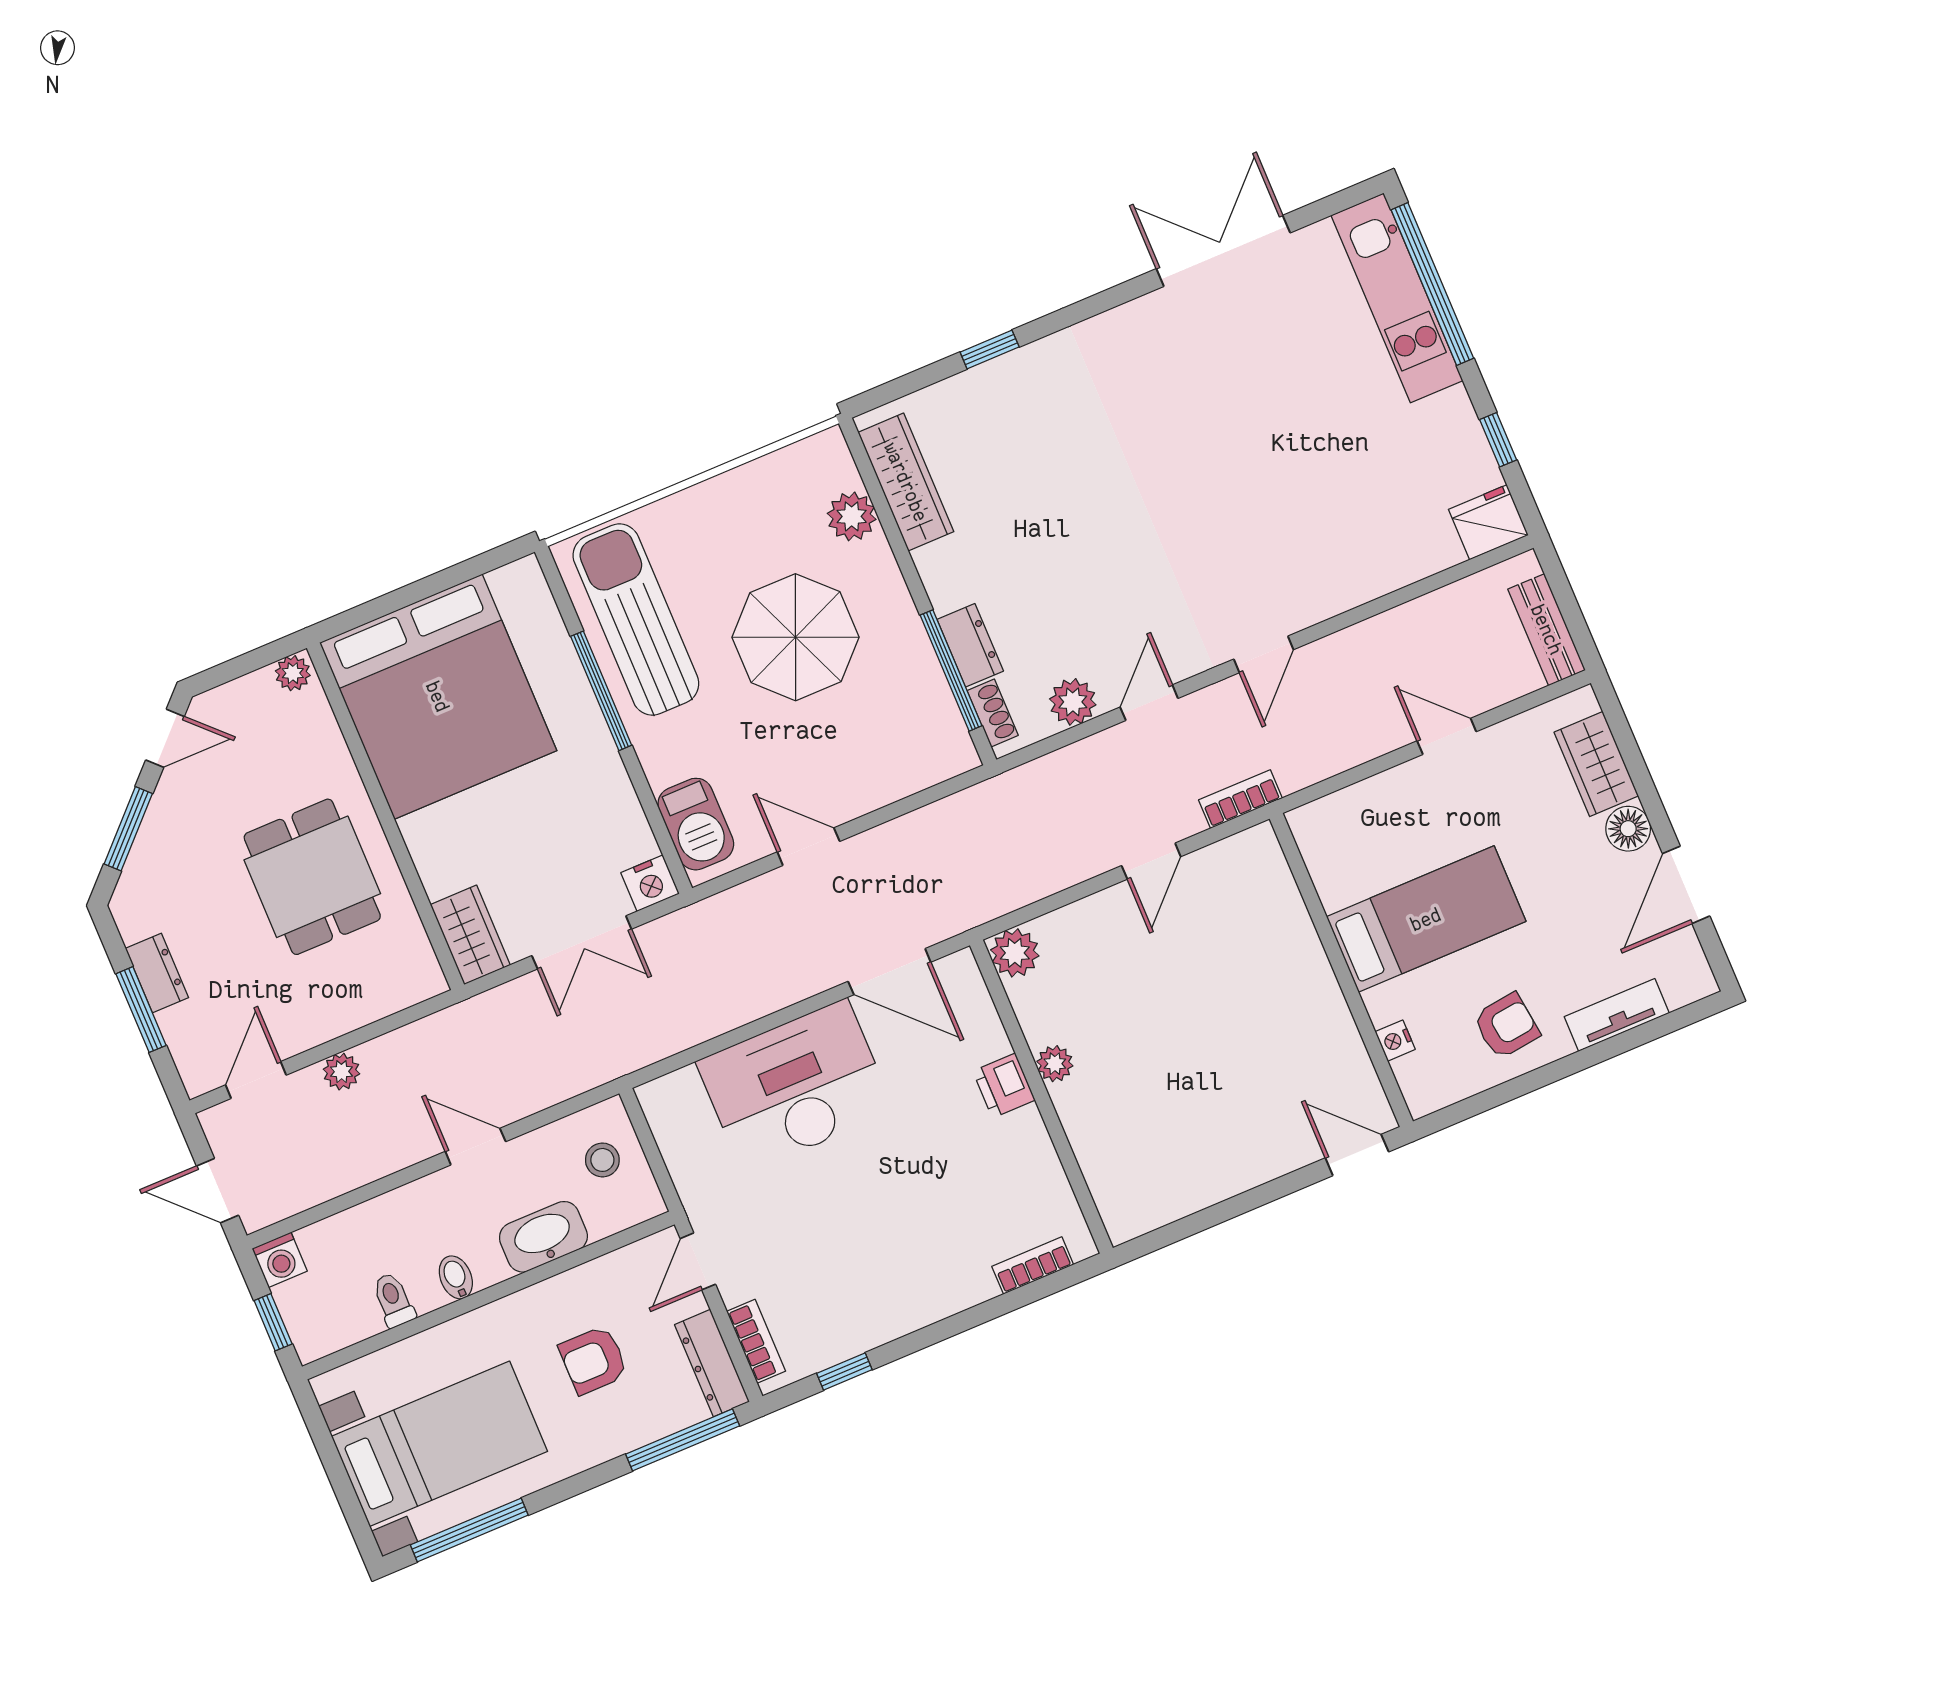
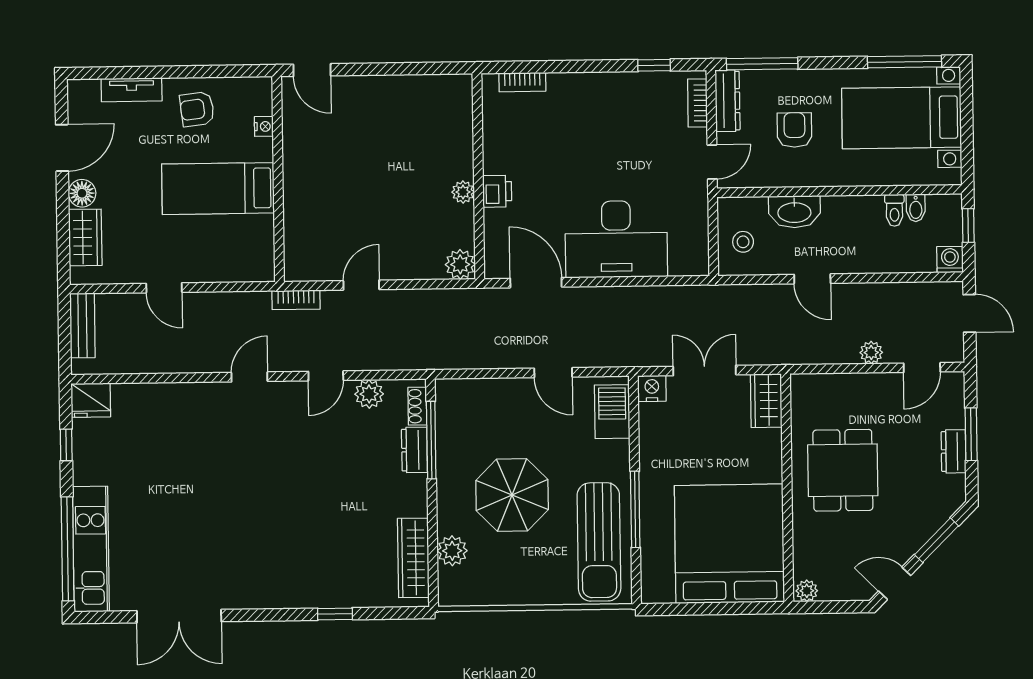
bidet: (456, 1277) -> (916, 208), moved
armchair: (593, 1360) -> (794, 130), turned -90

